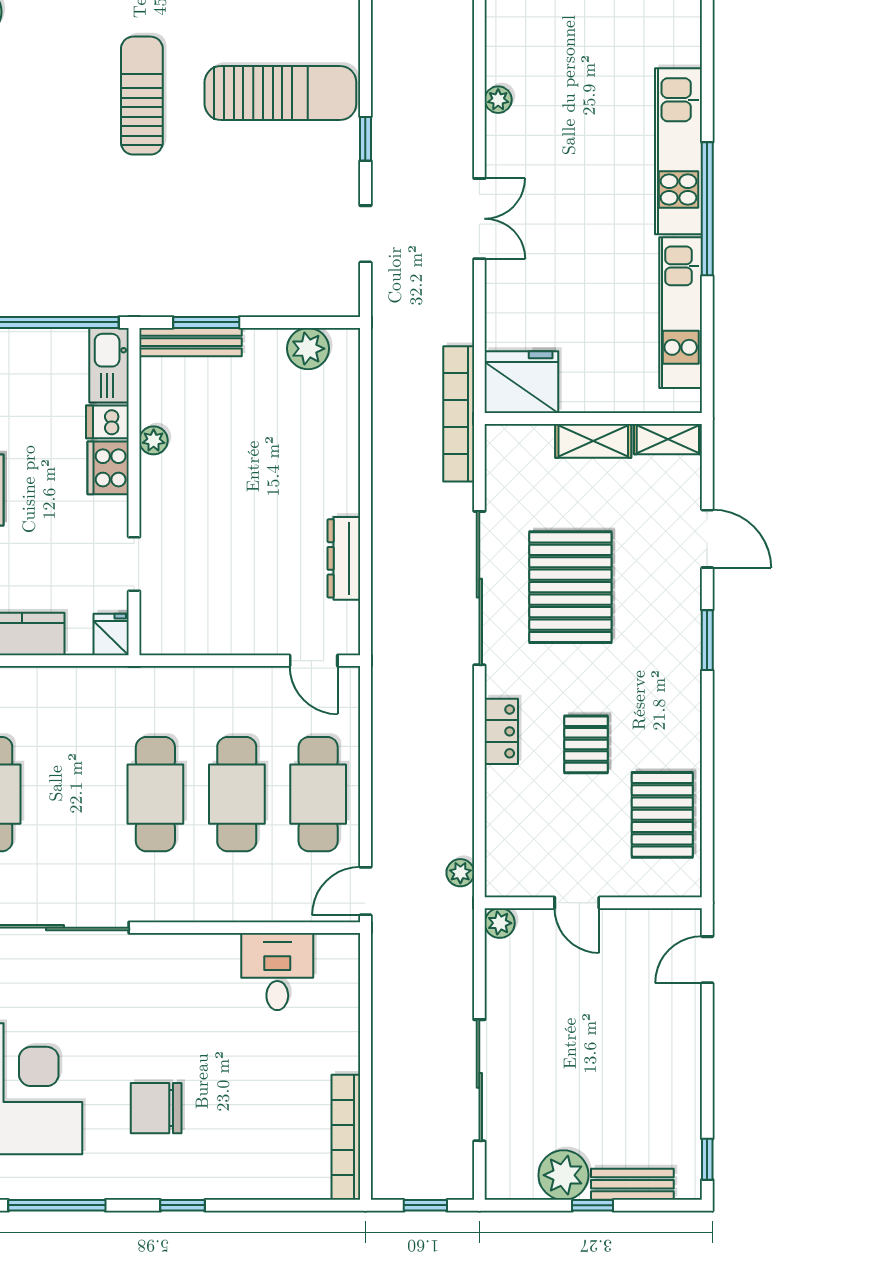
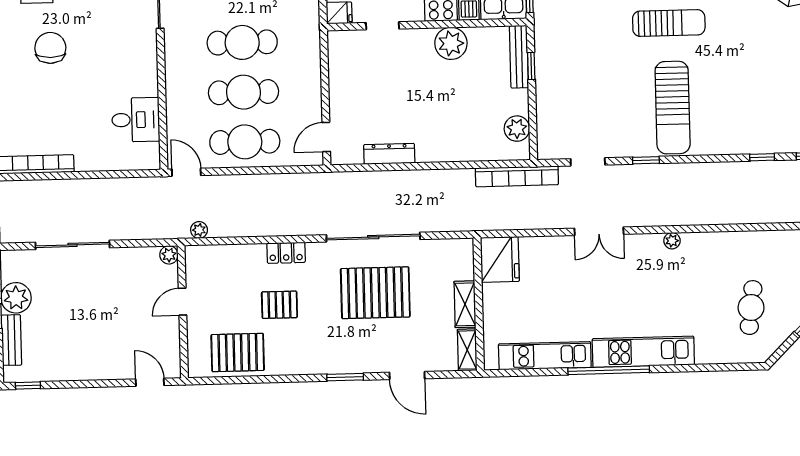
window: (206, 322) -> (531, 66), width x0.67
bookcase: (459, 414) -> (517, 176), moved, turned 180
plant: (154, 440) -> (451, 43), width x1.87, depth x1.87
door: (707, 539) -> (407, 376), hinge flipped

